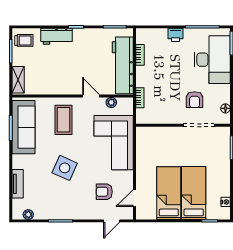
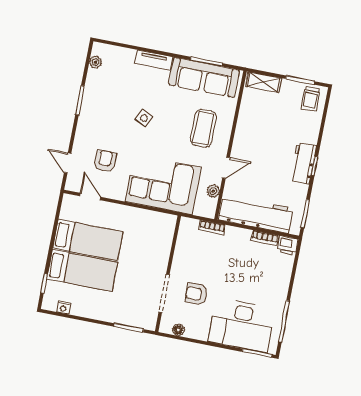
printer: (176, 35) -> (287, 246), moved, turned -90
workbench: (57, 36) -> (303, 163), moved
coffee table: (63, 120) -> (203, 128), turned 90
side table: (65, 168) -> (144, 118), width x0.54, depth x0.54
tv unit: (18, 184) -> (154, 60), moved

